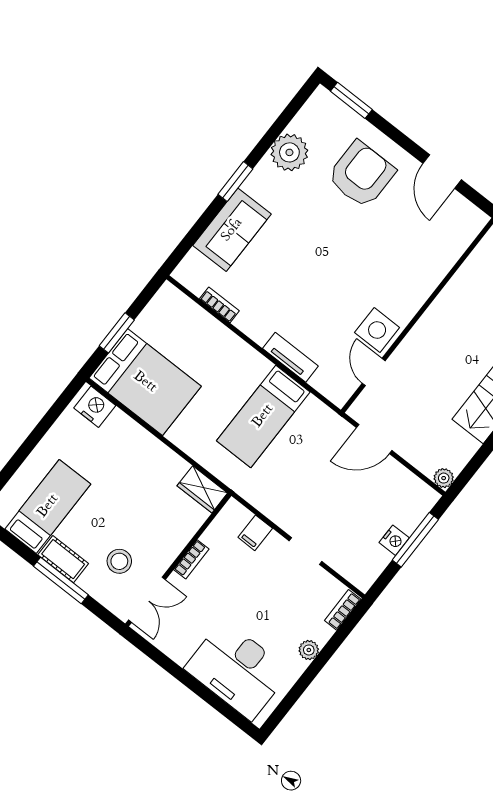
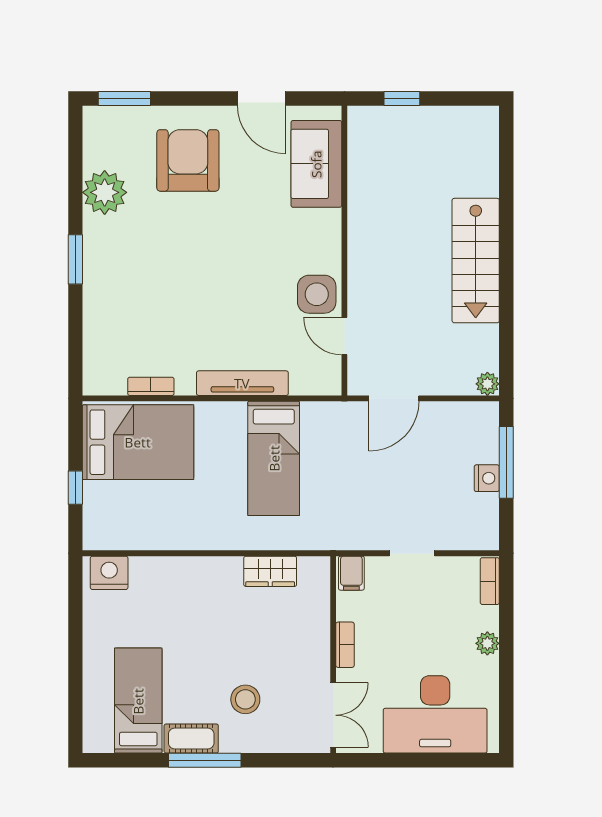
sofa: (232, 230) -> (316, 164), moved, turned 180
window: (117, 333) -> (75, 488), width x0.67
tv unit: (290, 357) -> (242, 383), width x1.41
bed: (145, 382) -> (138, 442), moved
bookcase: (191, 559) -> (345, 645), moved
wall: (178, 560) -> (333, 655), moved
double door: (147, 600) -> (333, 715), moved

